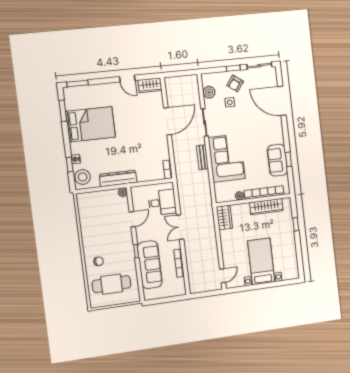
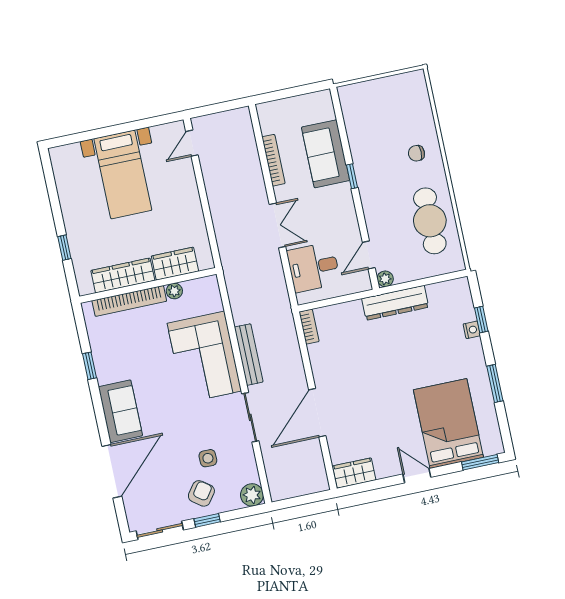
door: (127, 79) -> (417, 476), moved
plant: (209, 92) -> (252, 495), moved
door: (282, 101) -> (112, 471), hinge flipped
window: (63, 111) -> (495, 383), moved
bed: (91, 124) -> (448, 423), moved, turned 90
bench: (202, 157) -> (249, 355), width x1.36
sofa: (277, 160) -> (120, 411), moved
stool: (83, 177) -> (457, 300), removed
wardrobe: (224, 217) -> (175, 264), moved, turned 90
door: (132, 219) -> (369, 255), moved
sofa: (150, 265) -> (326, 154), width x0.73
cafe table: (112, 284) -> (430, 221), moved, turned 90

